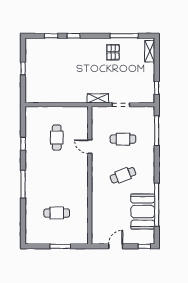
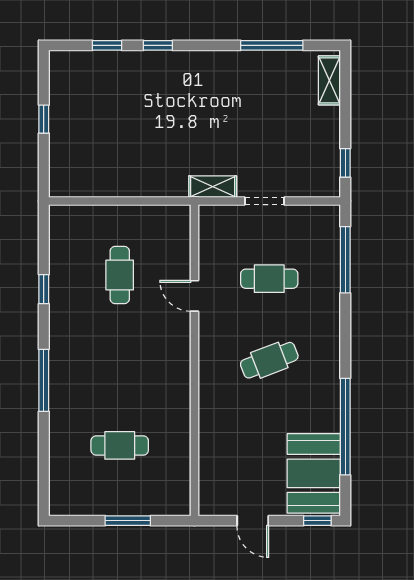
pallet: (113, 52) -> (247, 82), removed
booth: (143, 212) -> (314, 473), moved
door: (116, 246) -> (253, 521), swing flipped

